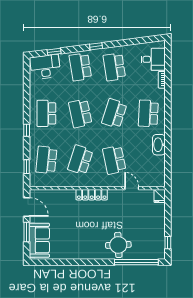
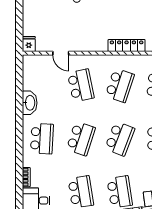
school desk: (80, 113) -> (120, 139), turned 33
locker: (92, 195) -> (127, 45), moved

